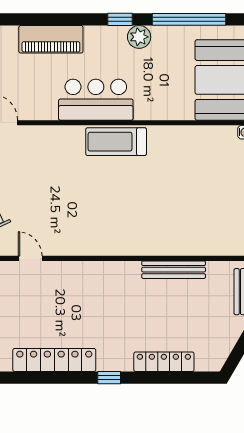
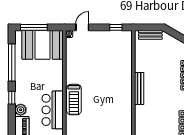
plant: (139, 37) -> (21, 110), moved
bench: (174, 270) -> (139, 88), moved

